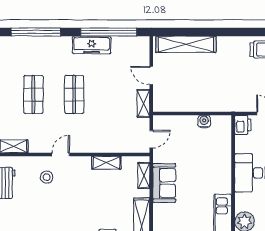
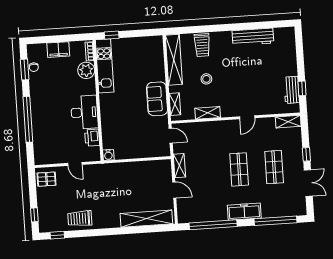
freezer: (92, 45) -> (244, 212), moved
water cooler: (204, 121) -> (108, 155), moved
printer: (243, 125) -> (92, 138), moved
door: (151, 139) -> (171, 136), swing flipped
stool: (47, 177) -> (206, 79), moved

